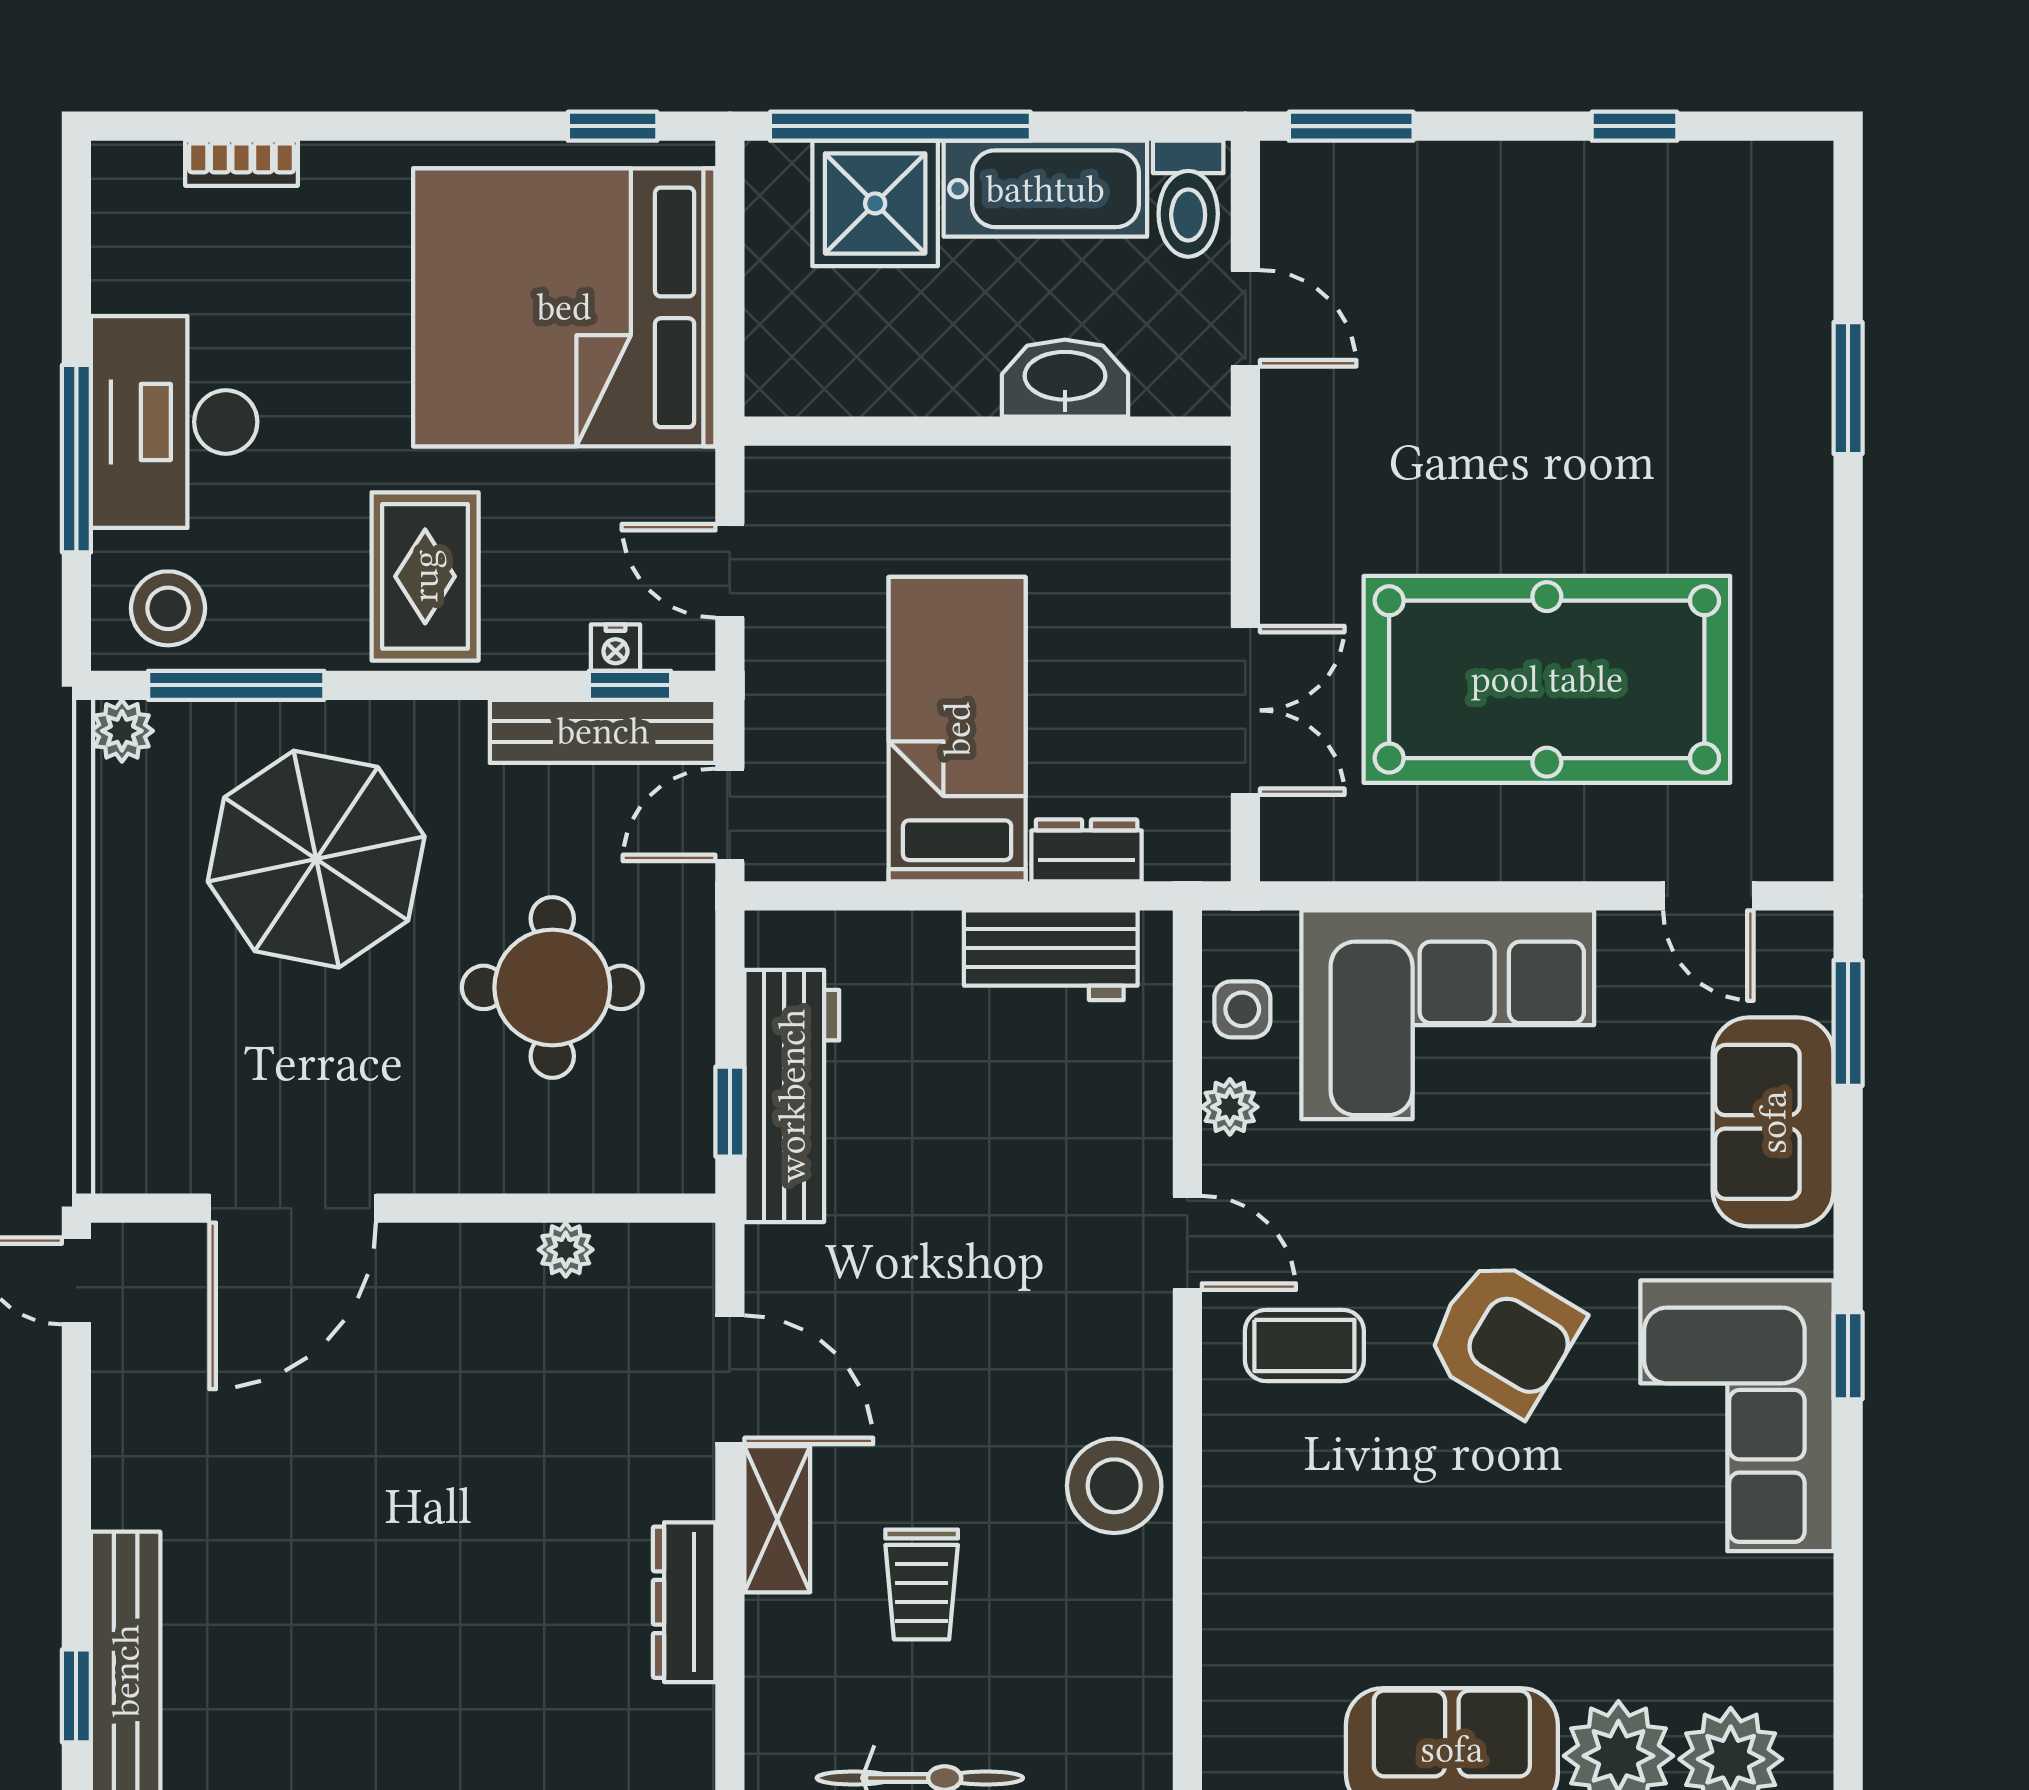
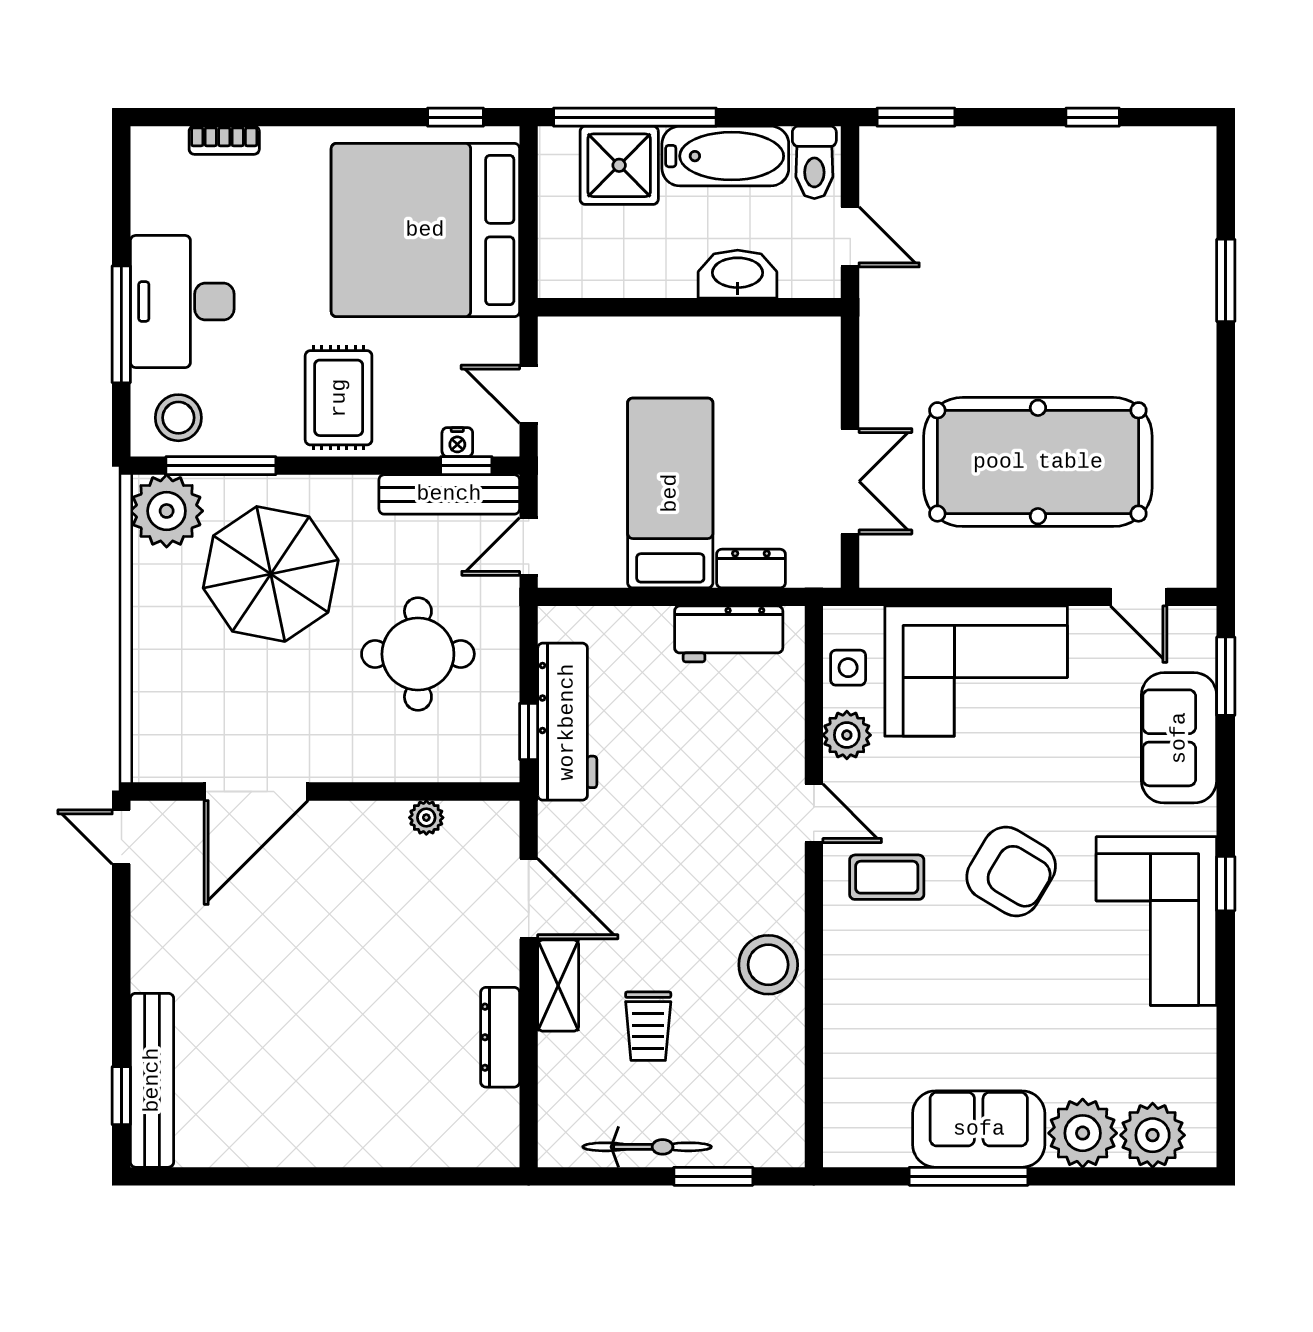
plant: (122, 731) -> (167, 511), width x1.88, depth x1.88
plant: (1230, 1107) -> (847, 735), width x1.38, depth x1.38

